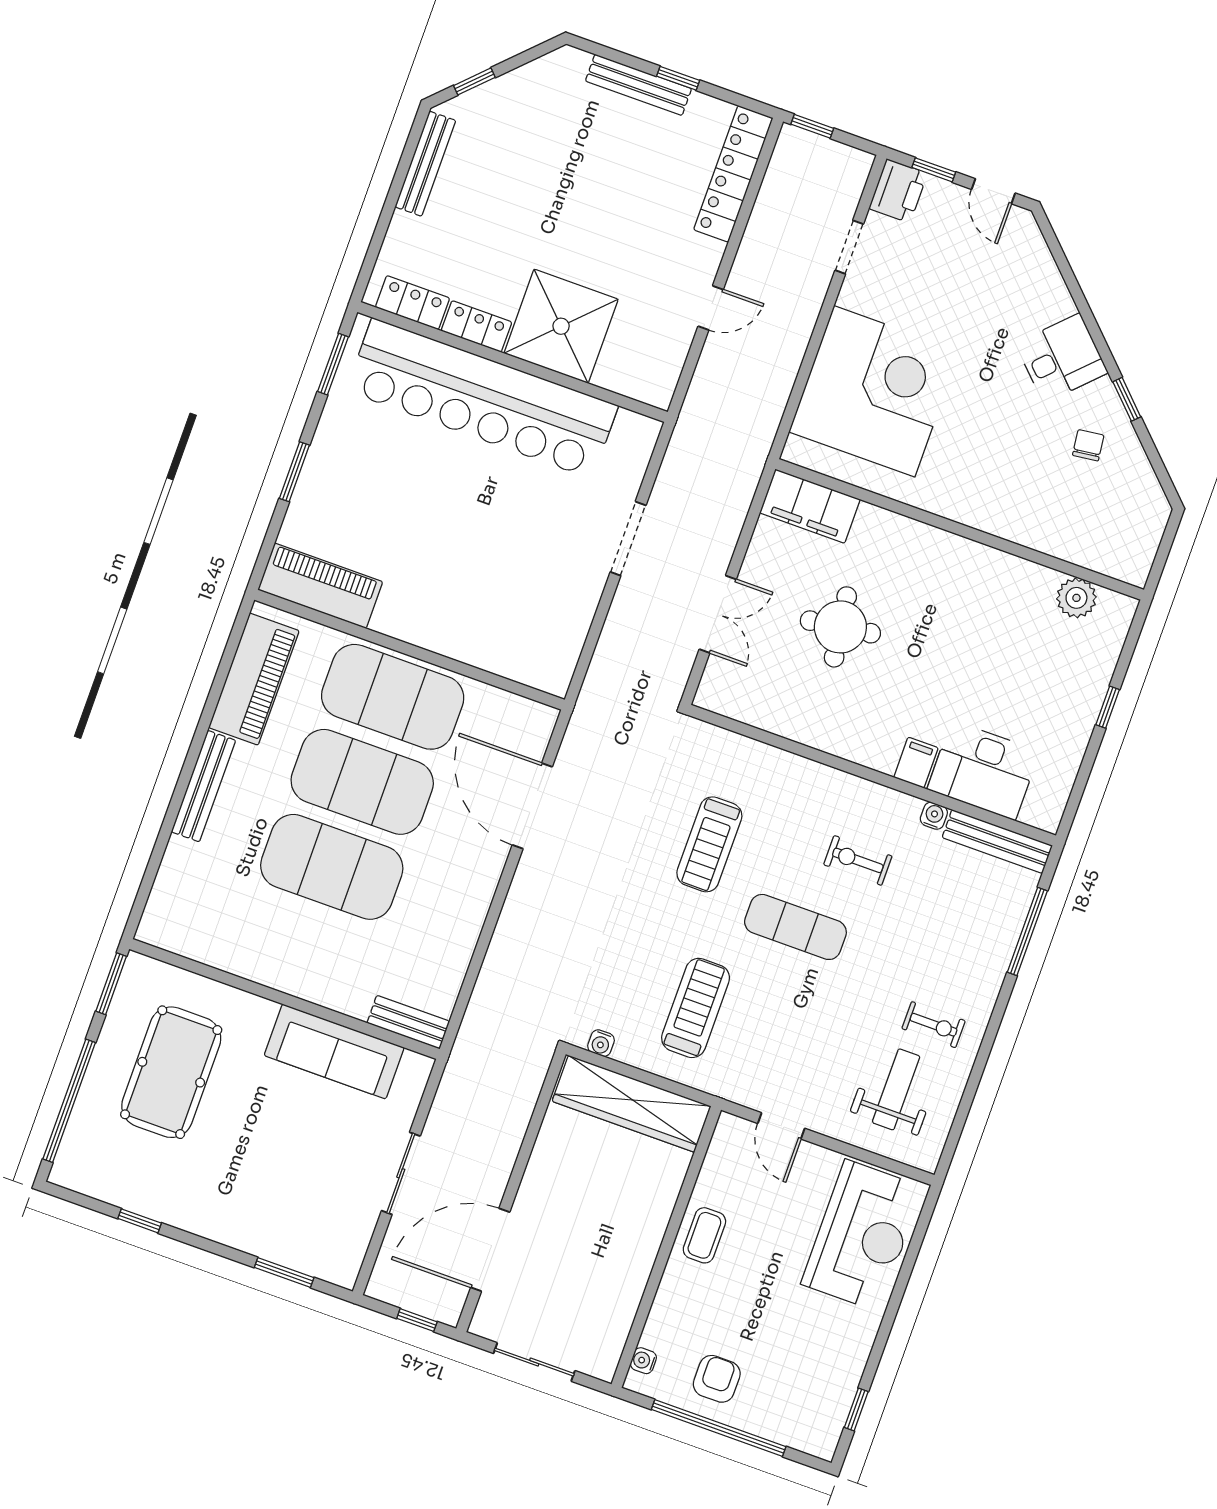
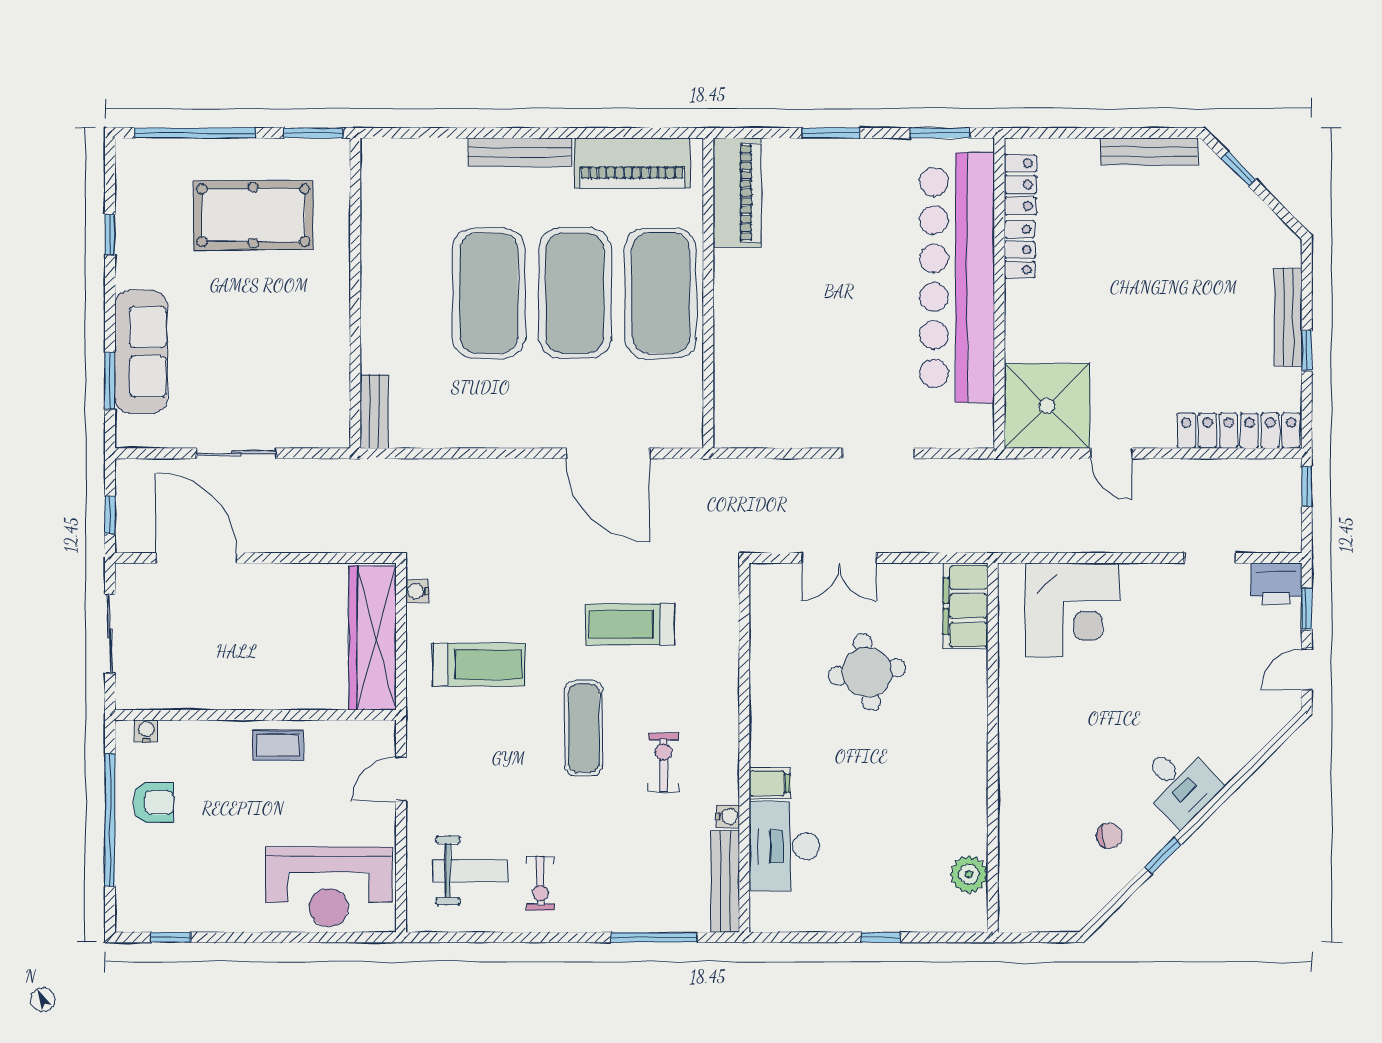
shower: (561, 326) -> (1047, 406), moved
corner desk: (874, 391) -> (1072, 610), width x0.74, depth x0.74
door: (532, 806) -> (608, 453), swing flipped
sofa: (334, 1051) -> (141, 352), moved, turned 180

